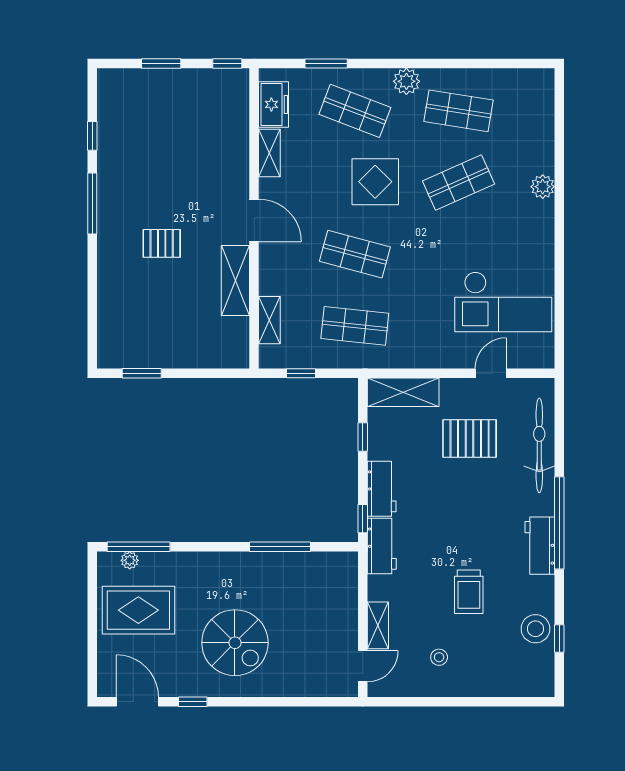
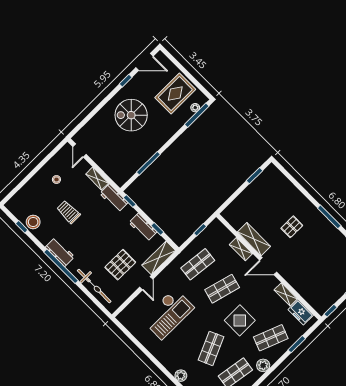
checkout: (503, 302) -> (168, 314), moved, turned 180
shelving: (269, 320) -> (241, 249), moved
door: (491, 373) -> (146, 283), moved
workbench: (382, 489) -> (143, 227), moved
shelving: (378, 625) -> (97, 179), moved

